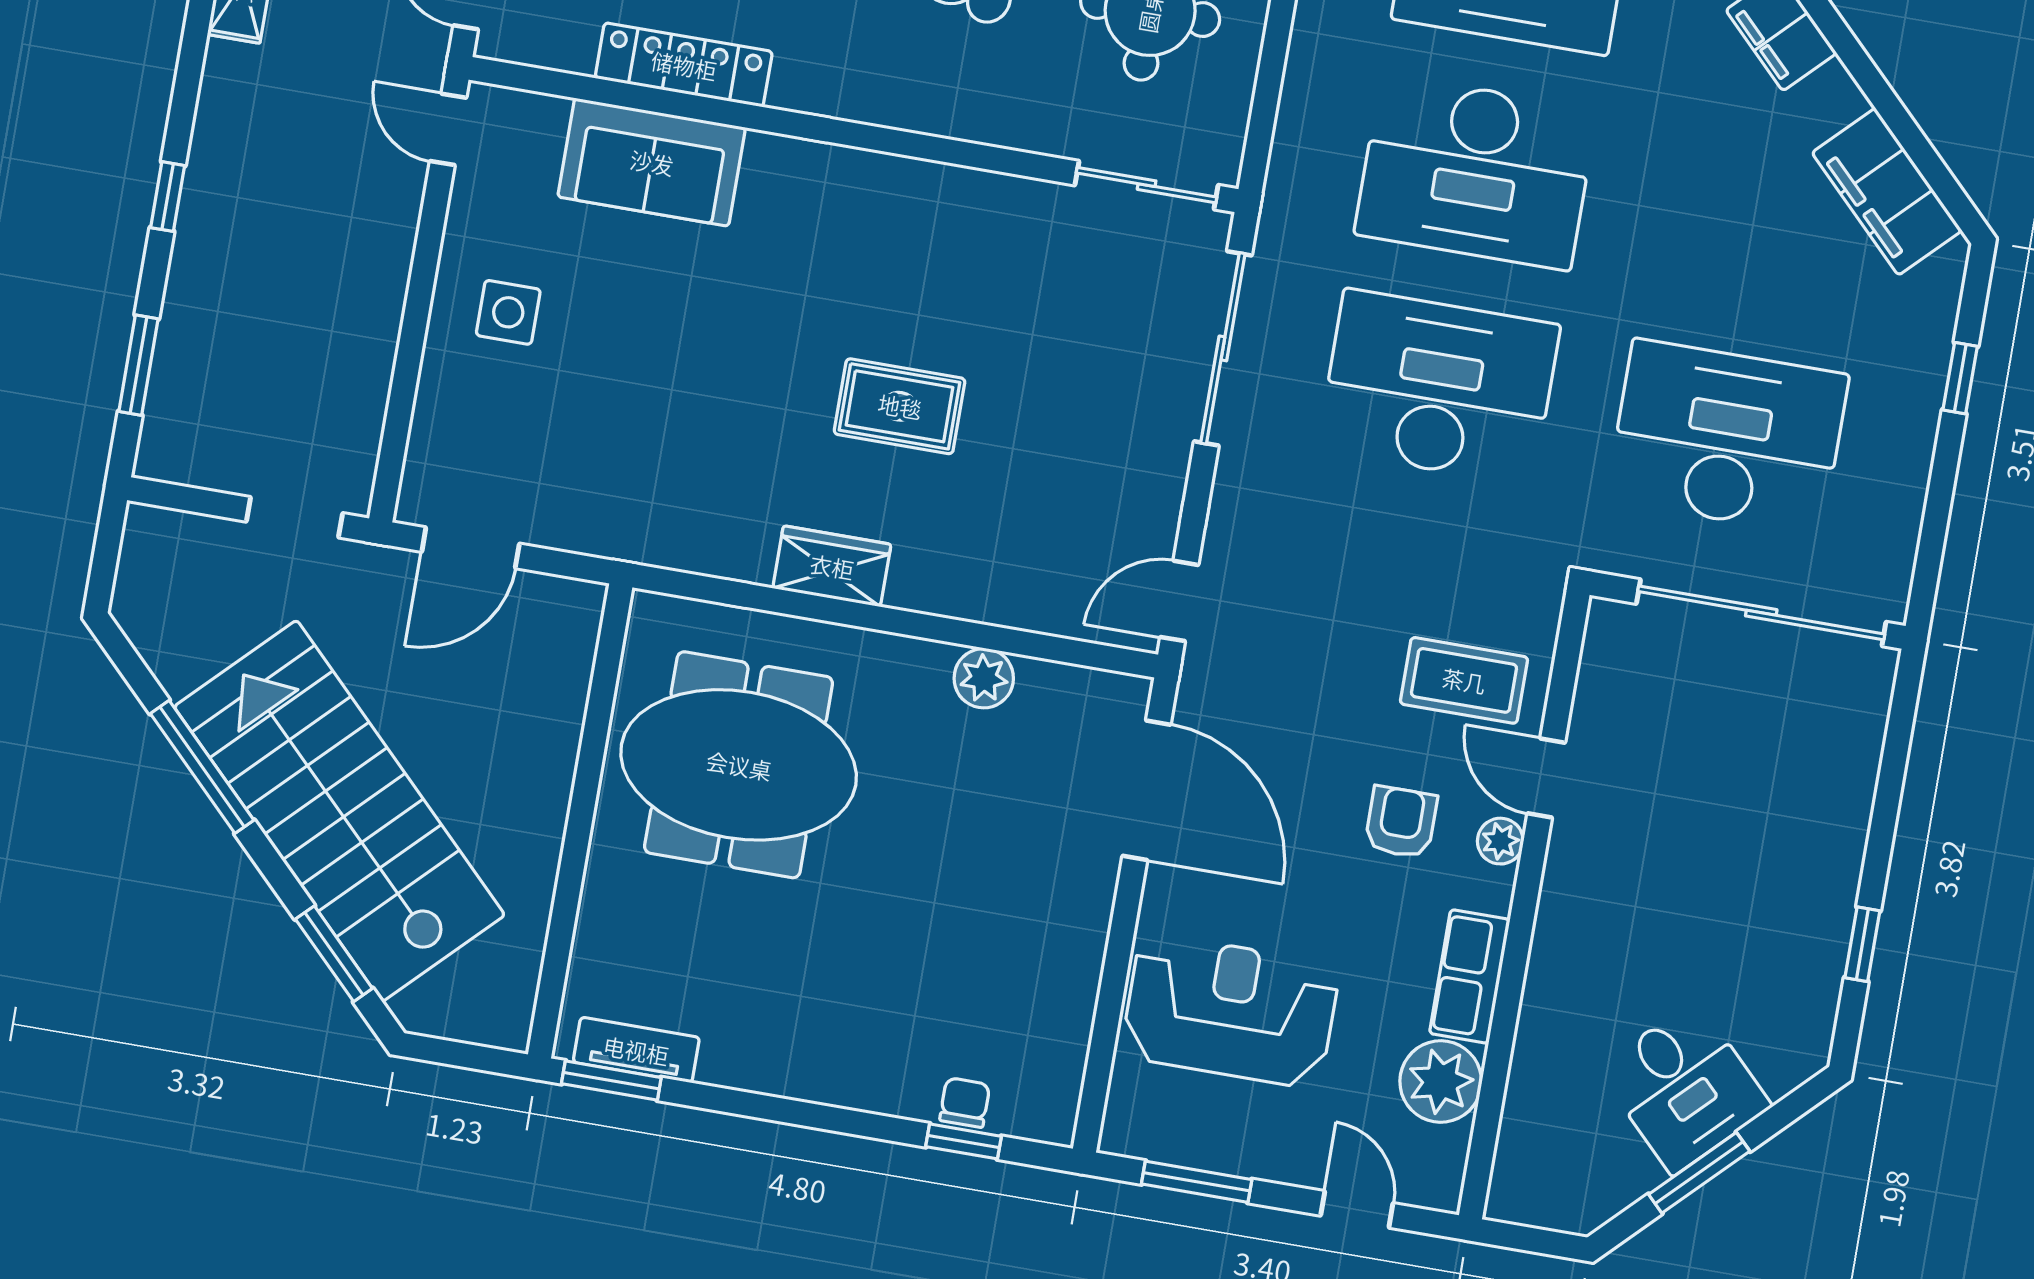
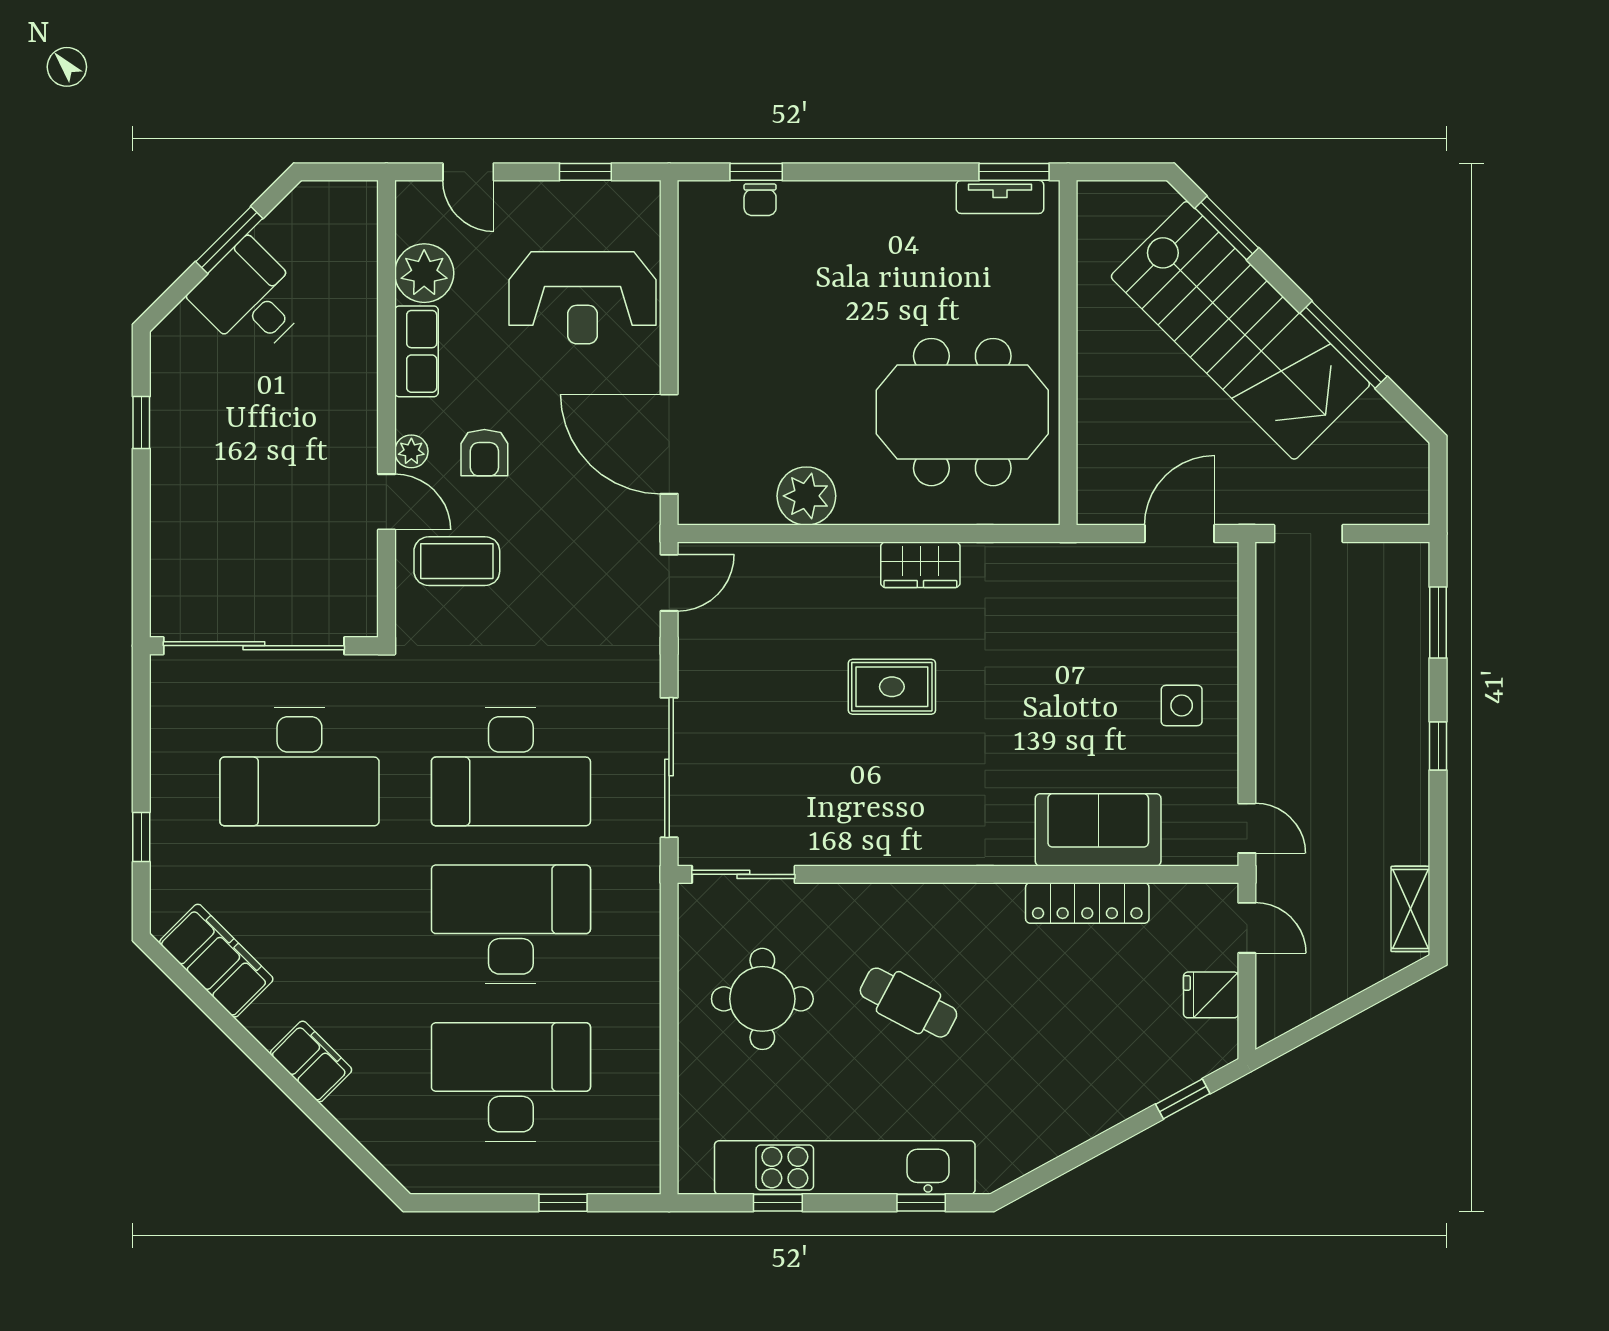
plant: (984, 678) -> (806, 496), width x1.36, depth x1.36
window: (1197, 1182) -> (585, 172), width x0.67

